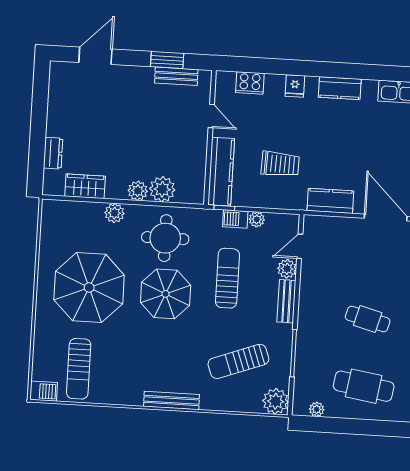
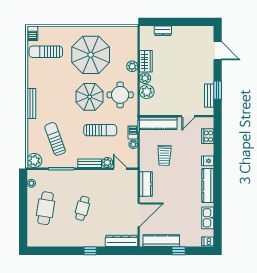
kitchen counter: (340, 88) -> (208, 186), width x1.50
wardrobe: (85, 186) -> (146, 61), moved

